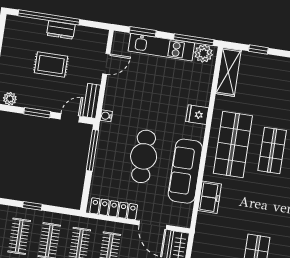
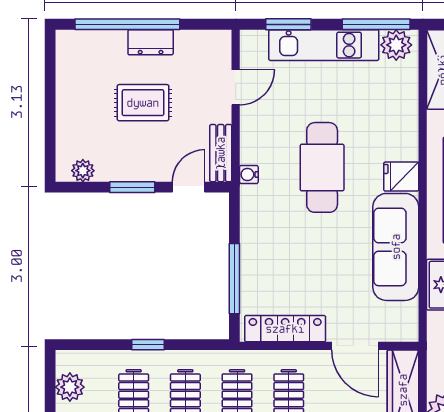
fridge: (197, 115) -> (401, 177), moved
window: (92, 150) -> (234, 279), moved
cafe table: (144, 156) -> (322, 167), moved

